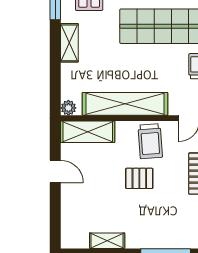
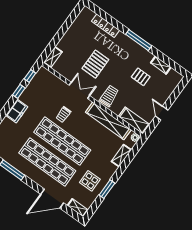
shelving: (69, 43) -> (121, 156), moved
pallet: (139, 178) -> (141, 77), moved

